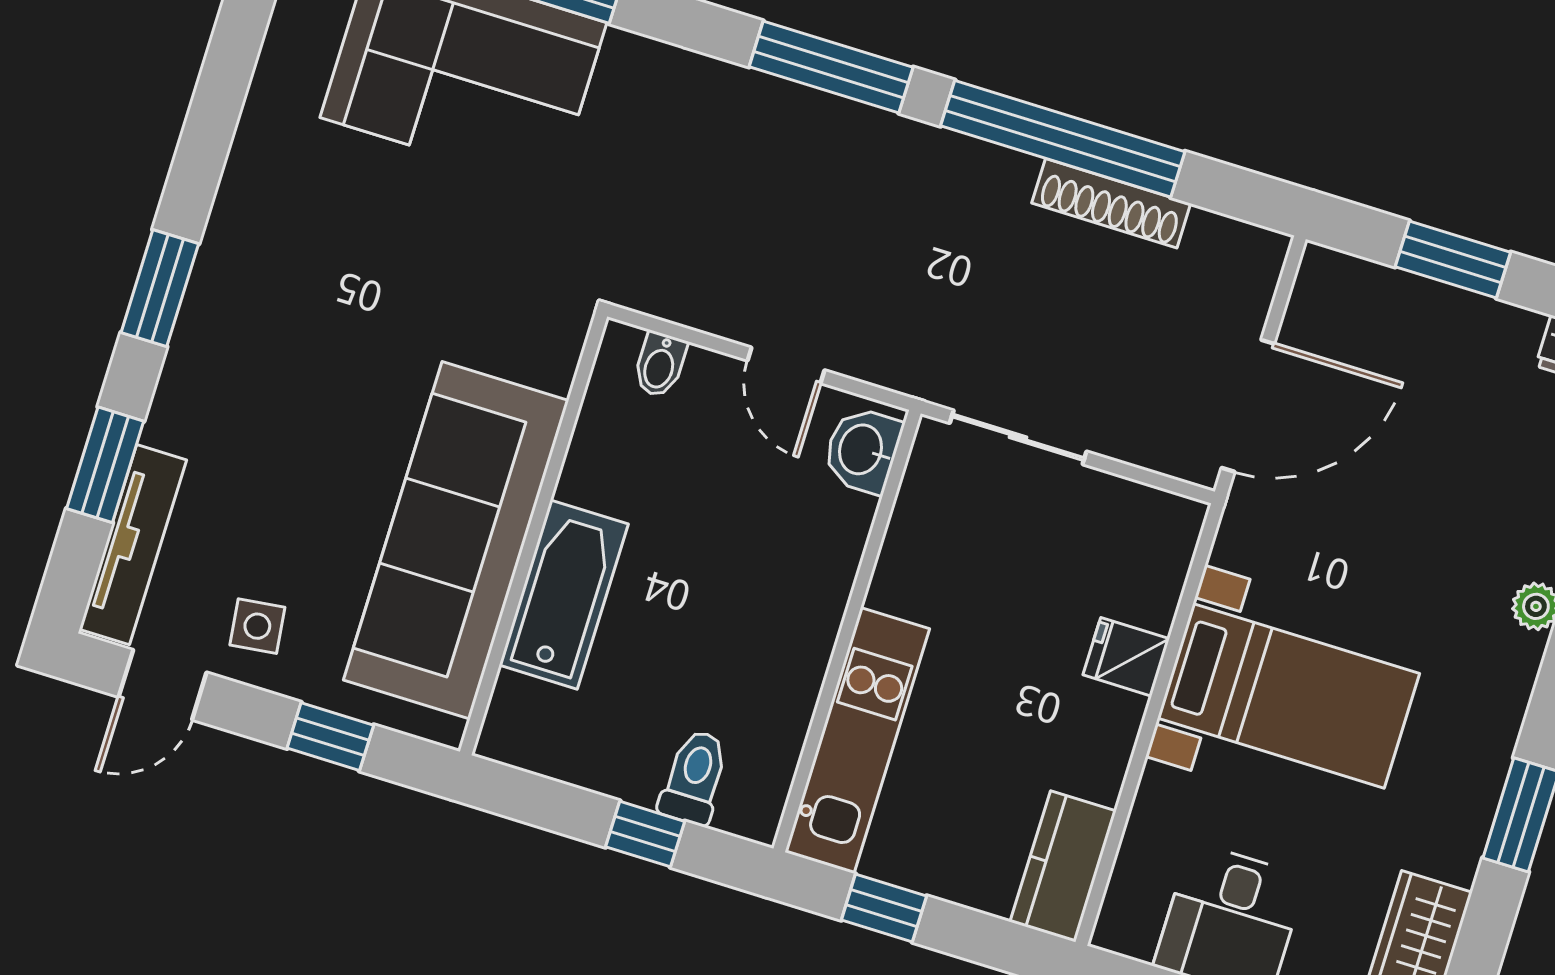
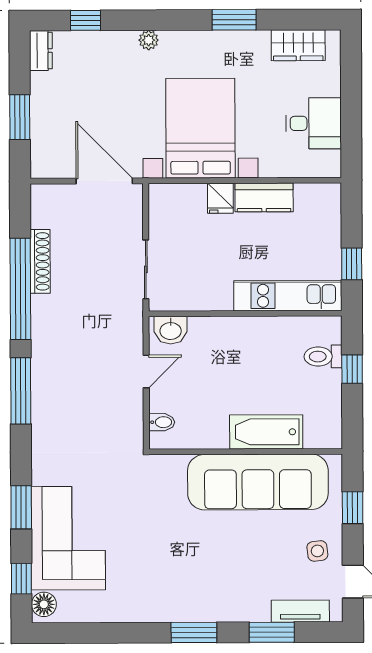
tv unit: (133, 545) -> (300, 611), width x0.71
bed with nightstands: (1289, 696) -> (200, 128), width x1.36
kitchen counter: (1063, 866) -> (264, 197), moved

